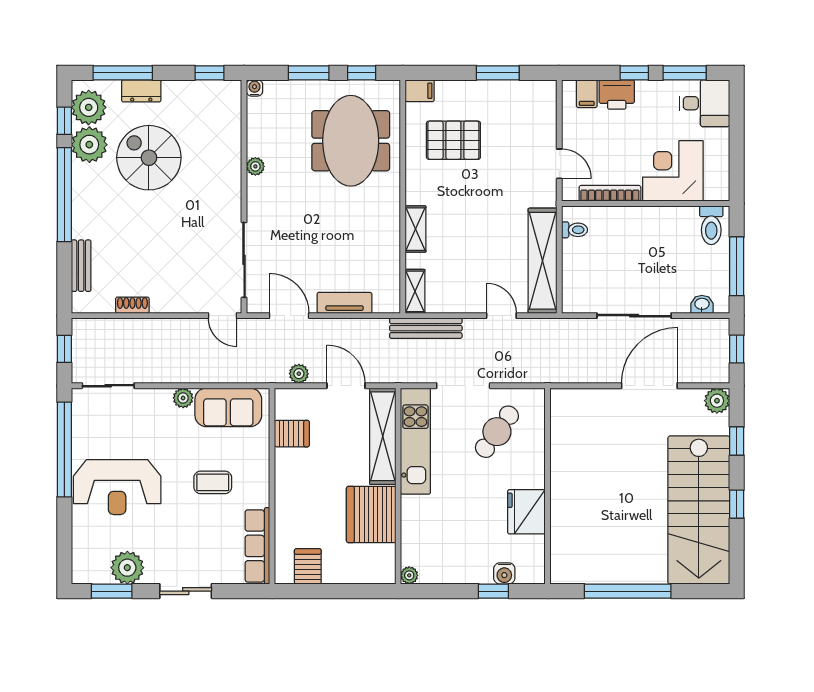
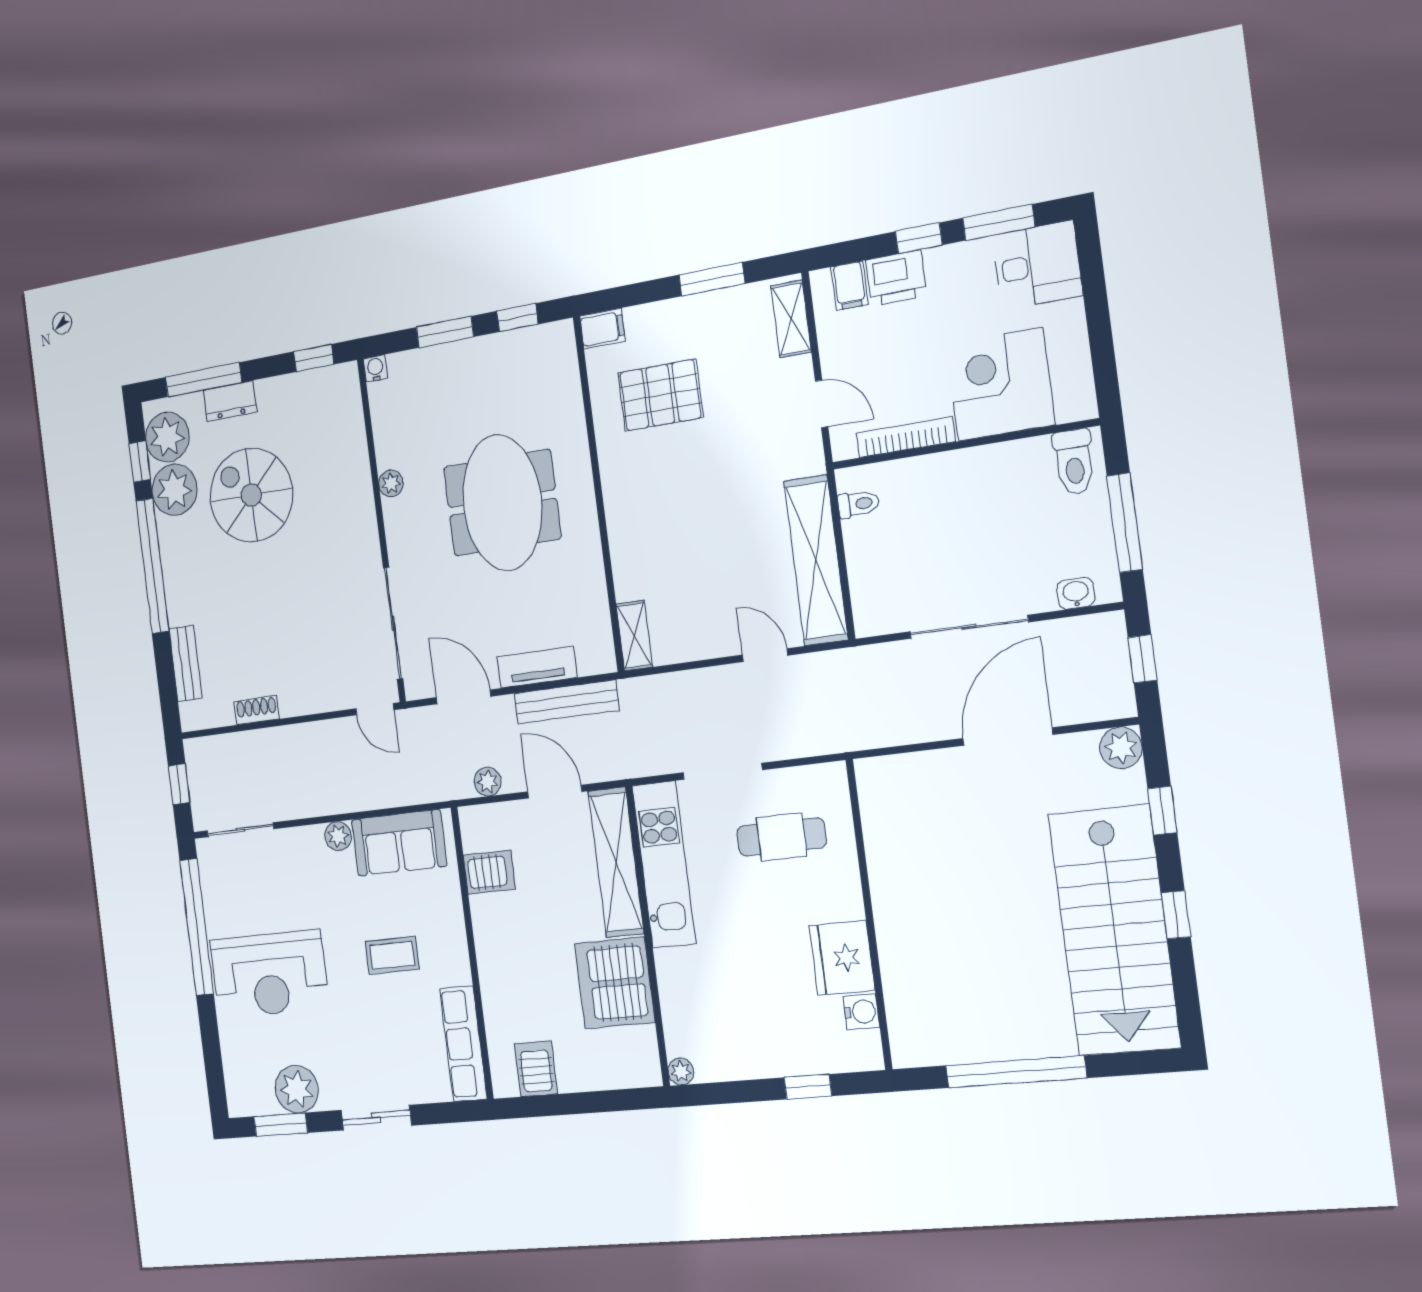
meeting table: (351, 141) -> (502, 503), moved
shelving: (416, 229) -> (791, 319), moved
bench: (426, 328) -> (567, 702), moved
cafe table: (497, 432) -> (781, 837), turned 54
water cooler: (504, 573) -> (861, 1012), moved, turned -90

